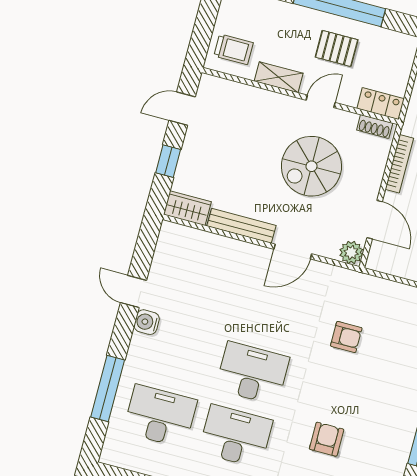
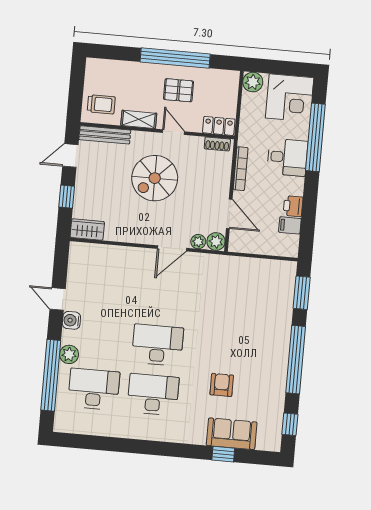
door: (321, 101) -> (173, 132), hinge flipped
spiral stairs: (311, 166) -> (155, 178), moved
bench: (241, 226) -> (105, 135), moved
plant: (328, 249) -> (198, 242), added
armchair: (346, 337) -> (223, 306), removed
plant: (136, 366) -> (69, 354), added
window: (108, 389) -> (51, 375), width x1.46

